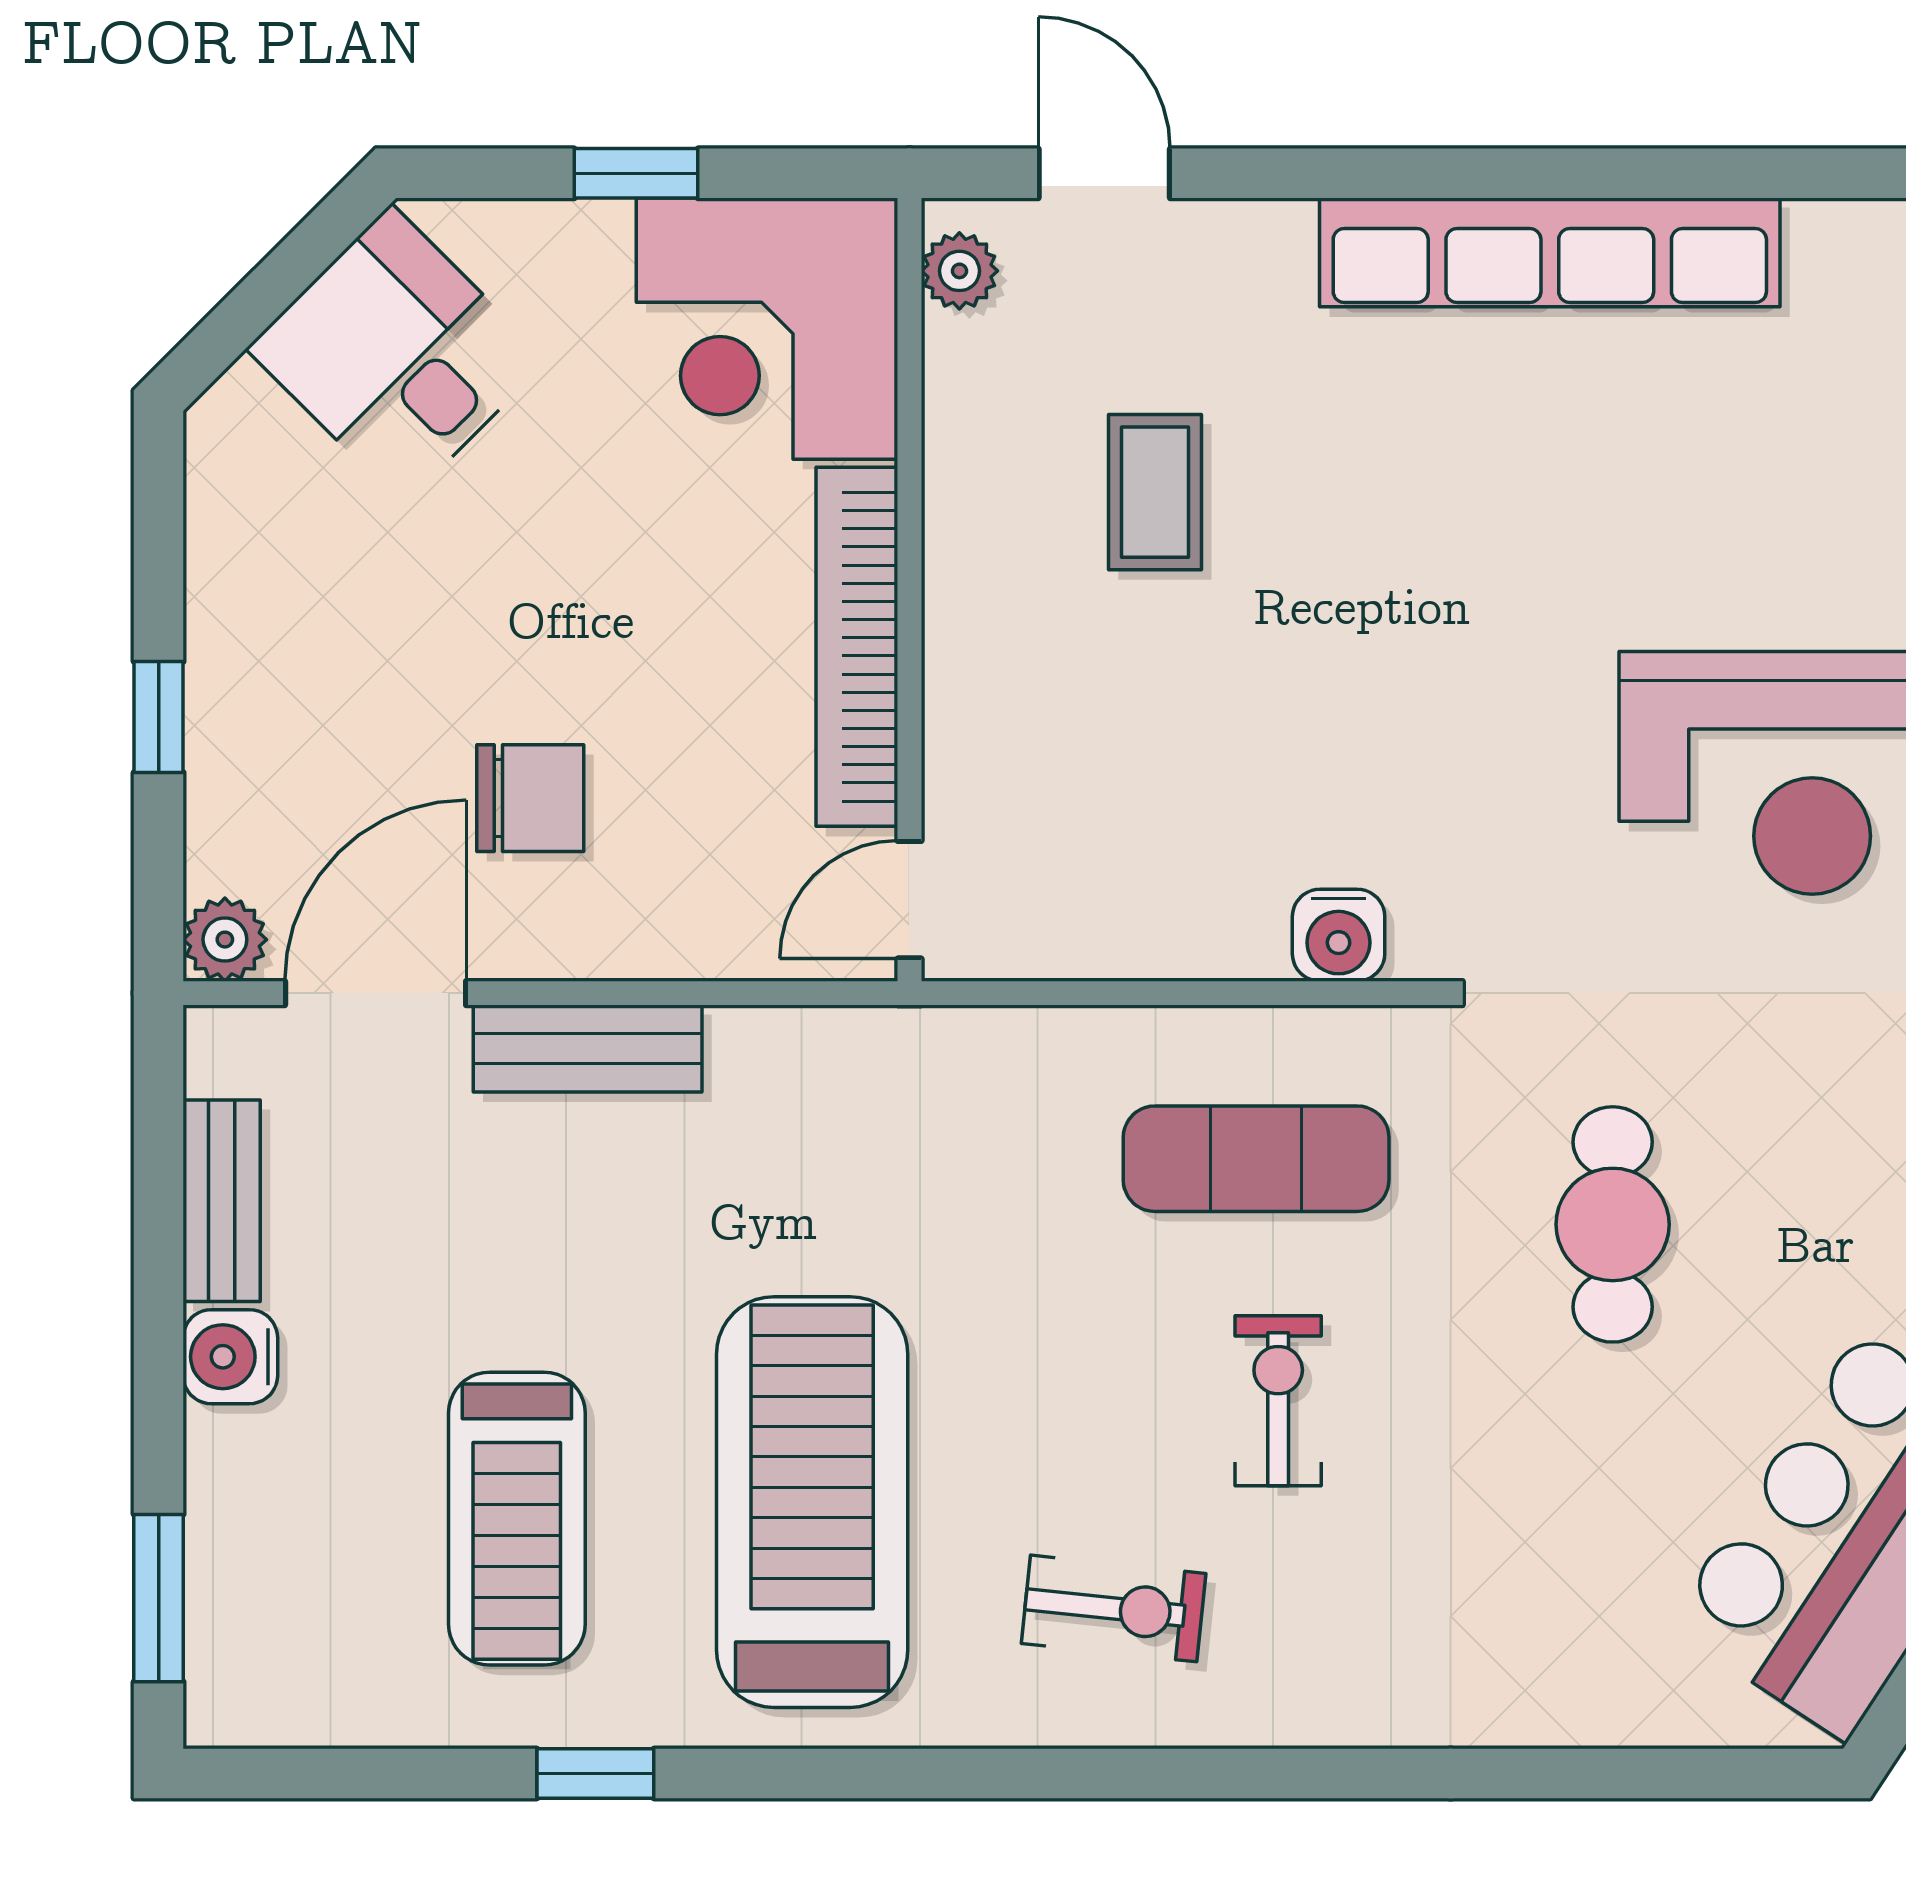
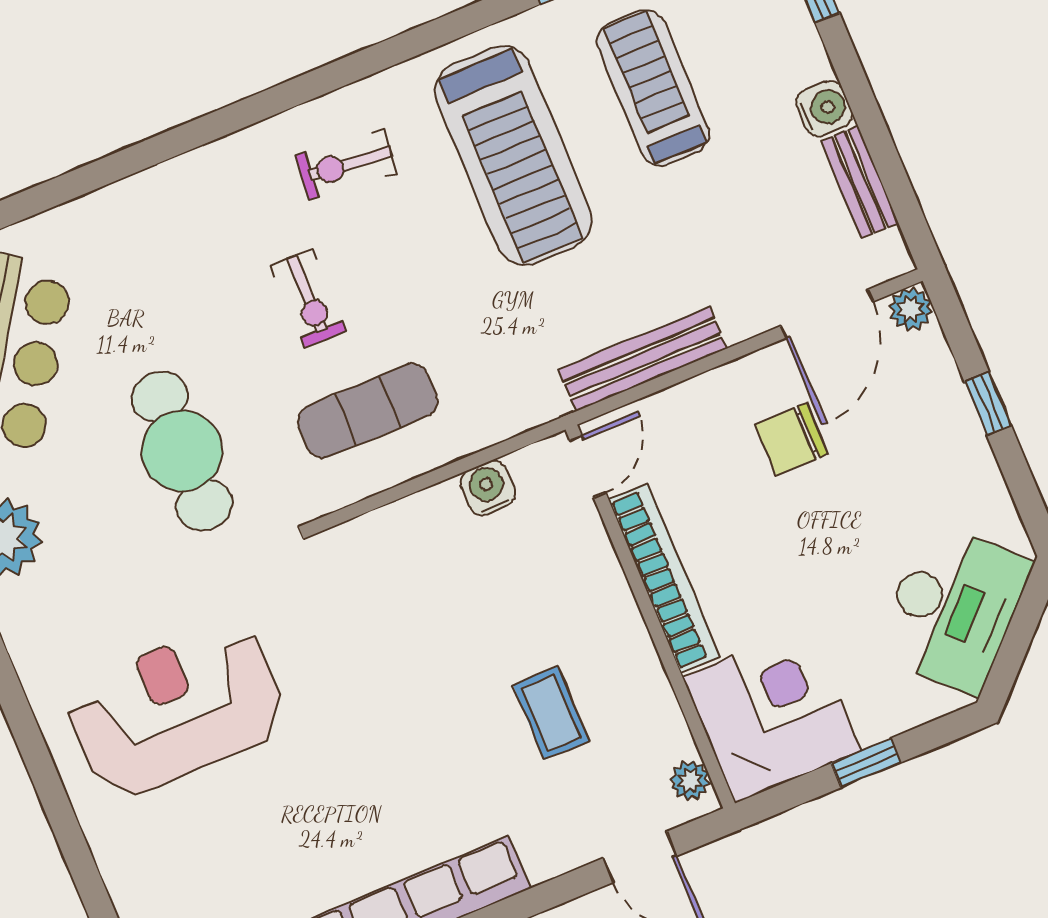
desk: (397, 355) -> (953, 608), width x1.37
water cooler: (1339, 935) -> (488, 488), moved
bench: (588, 1048) -> (643, 359), moved, width x1.36
cafe table: (1613, 1224) -> (182, 451), width x1.37, depth x1.35

